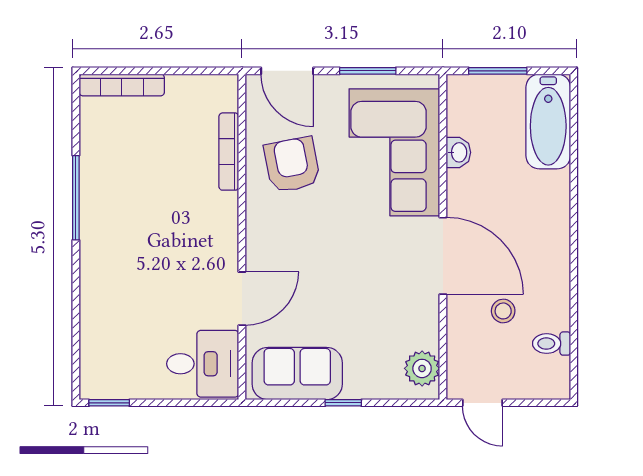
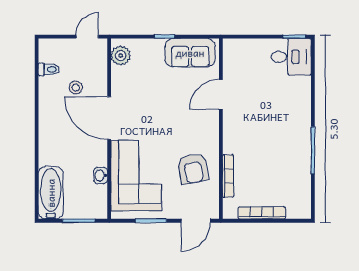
door: (287, 71) -> (196, 221), swing flipped
bookcase: (122, 85) -> (262, 213), moved
desk: (203, 364) -> (291, 57), moved, turned 180
door: (483, 403) -> (87, 37), hinge flipped

